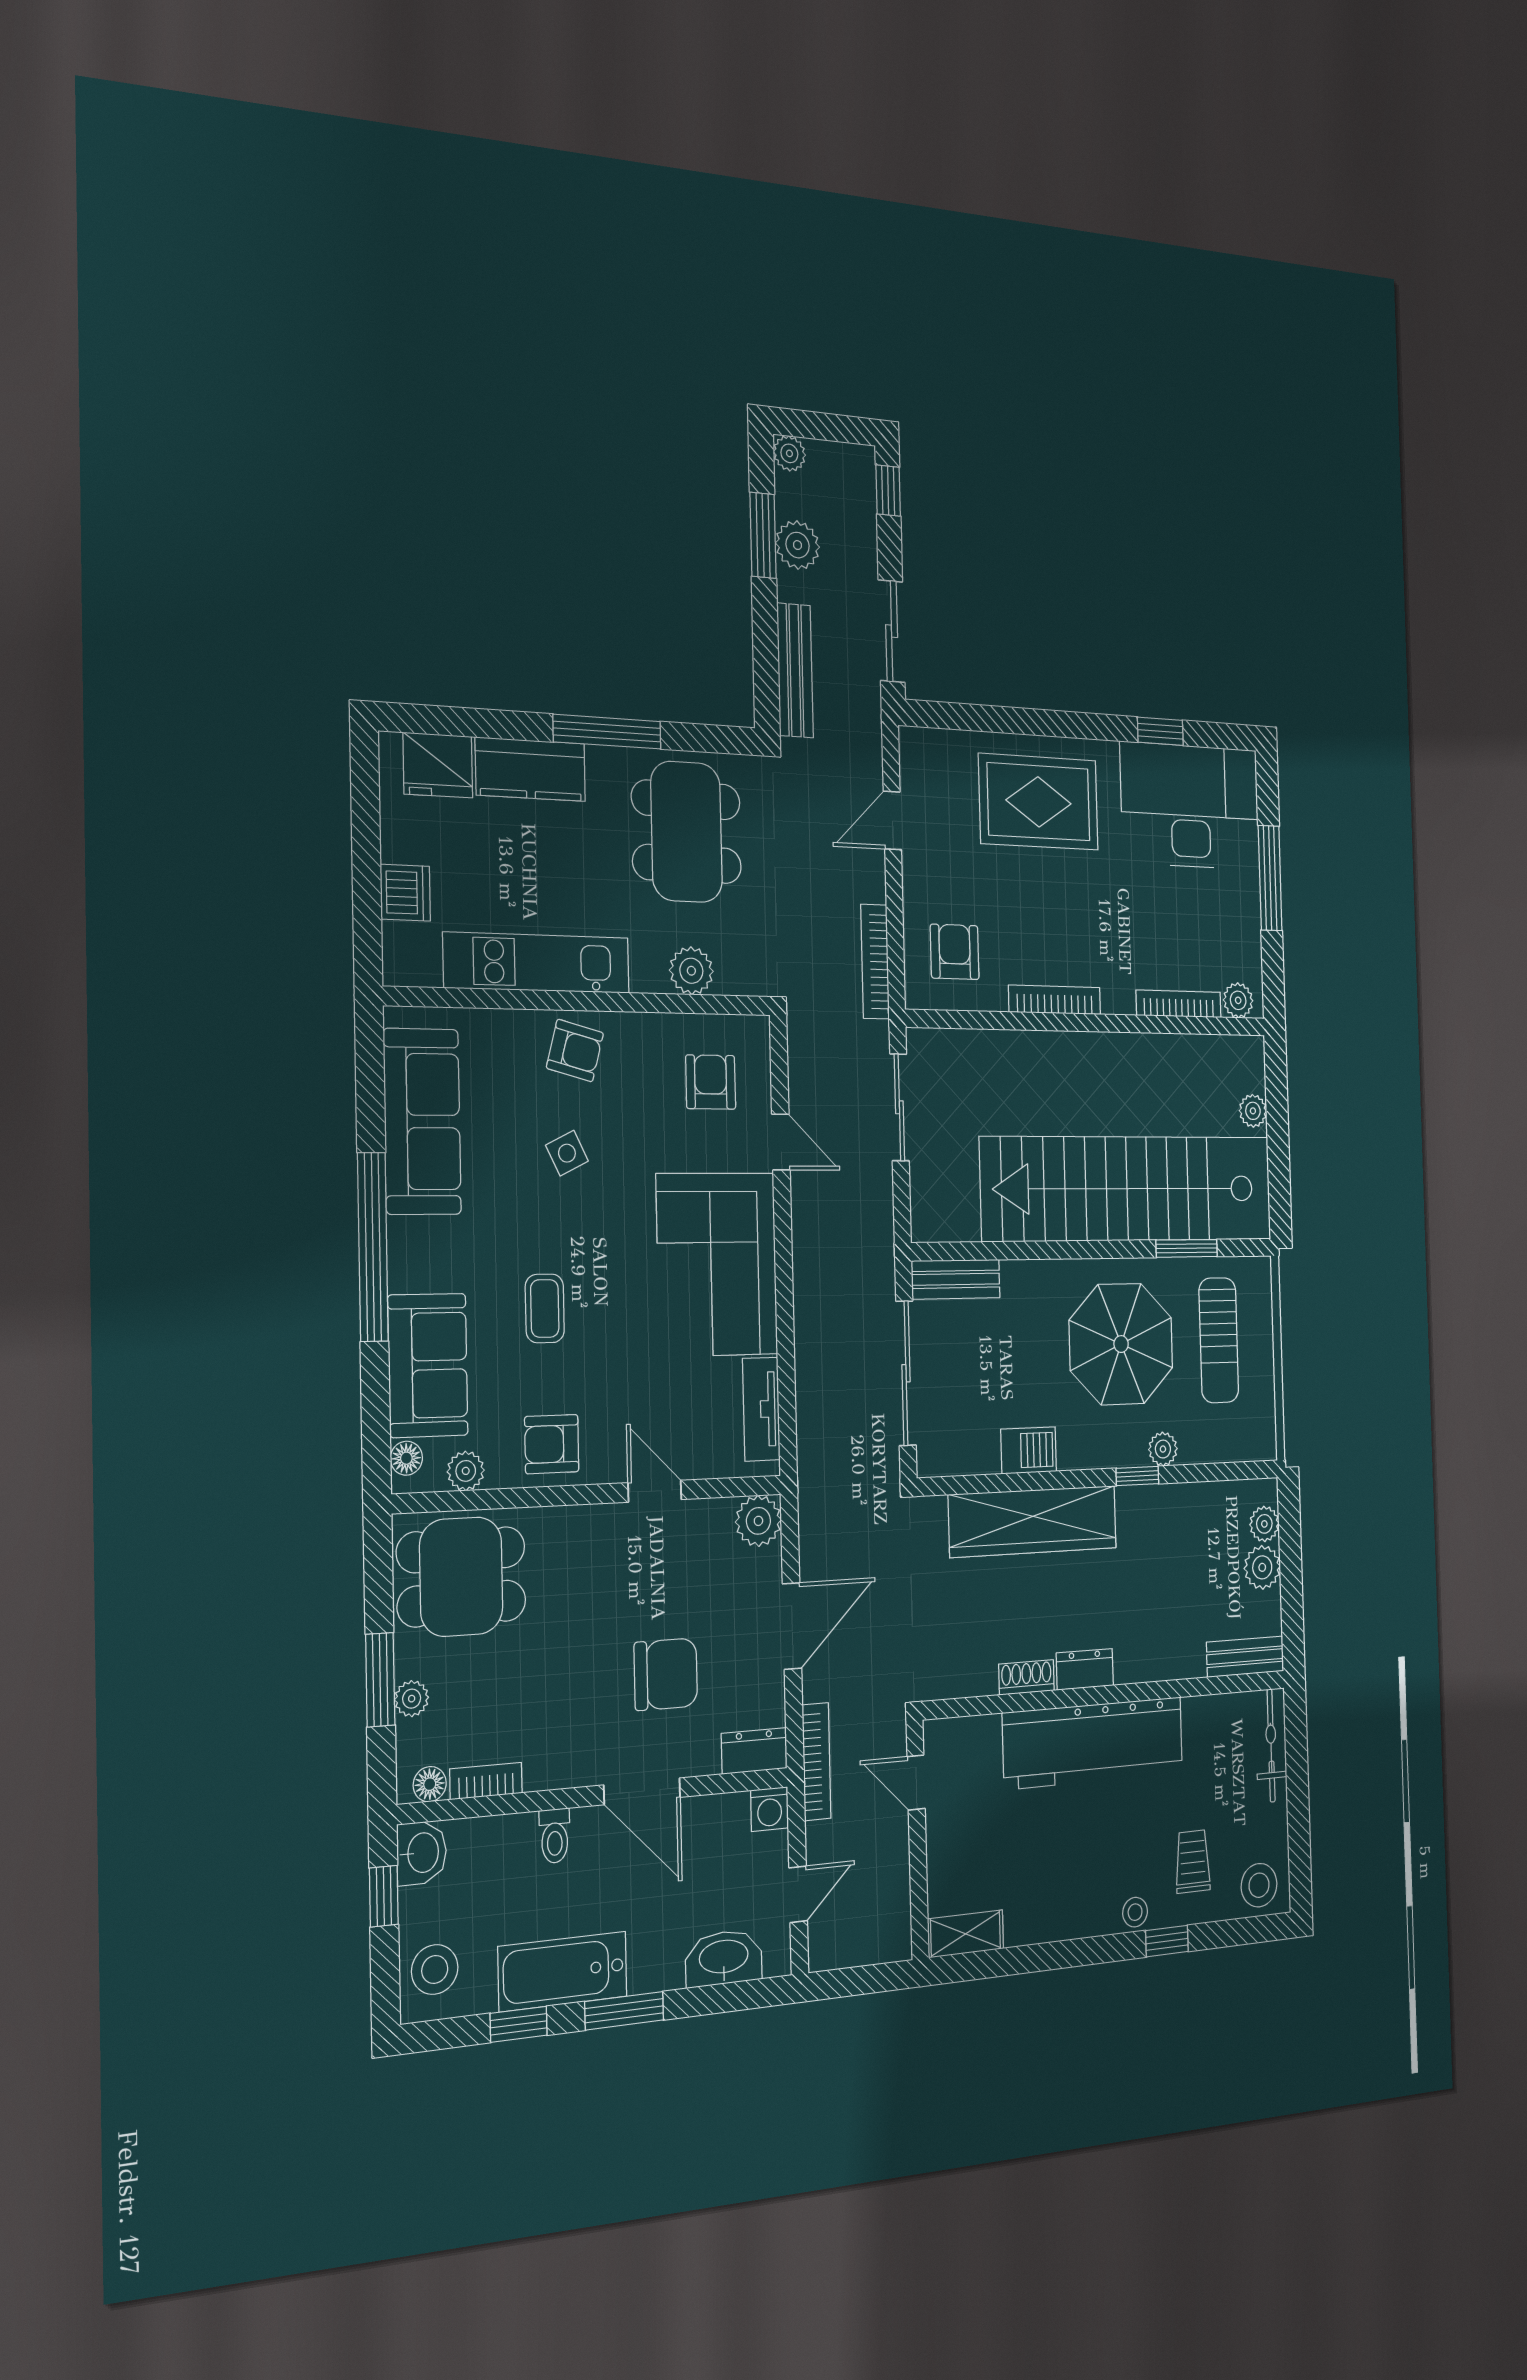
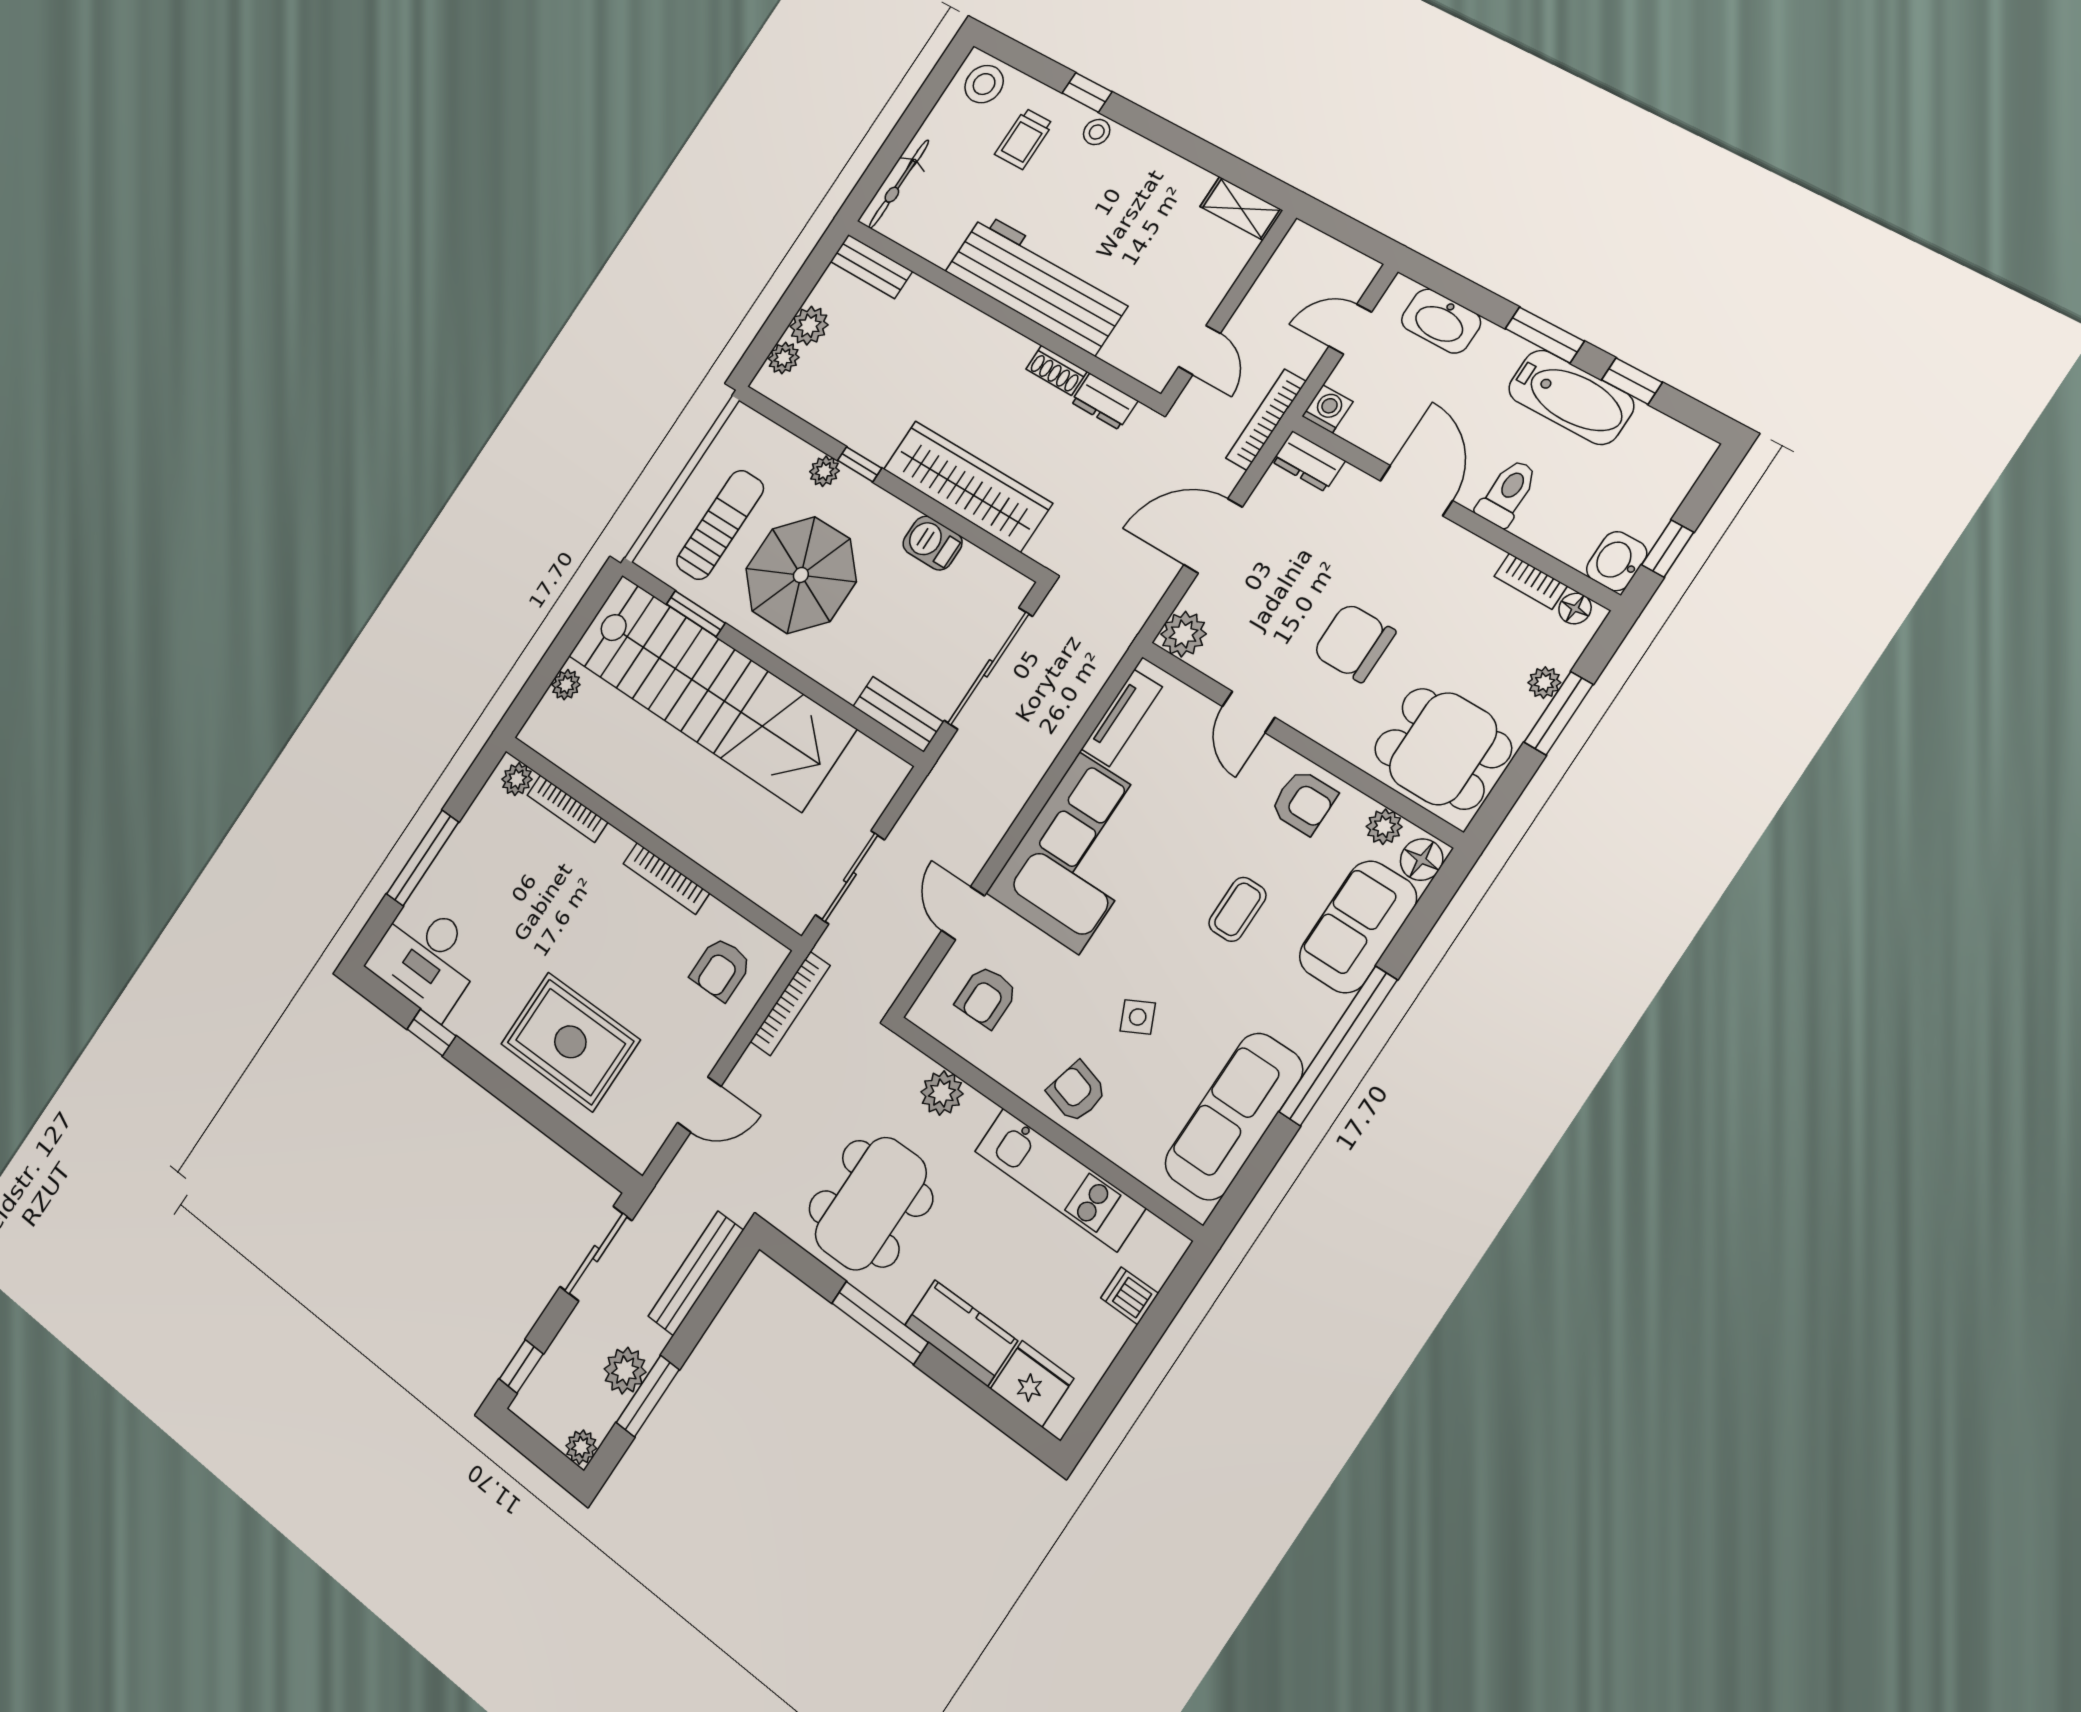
desk: (1190, 806) -> (427, 958), width x0.73, depth x0.77
dishwasher: (405, 893) -> (1130, 1296), width x0.73
floor lamp: (406, 1458) -> (1422, 860), width x1.37, depth x1.37
dresser: (1085, 1669) -> (1104, 401), moved
chair: (666, 1674) -> (1354, 642), moved
toilet: (555, 1836) -> (1507, 493), width x1.37, depth x1.39
stool: (435, 1969) -> (1667, 467), removed

